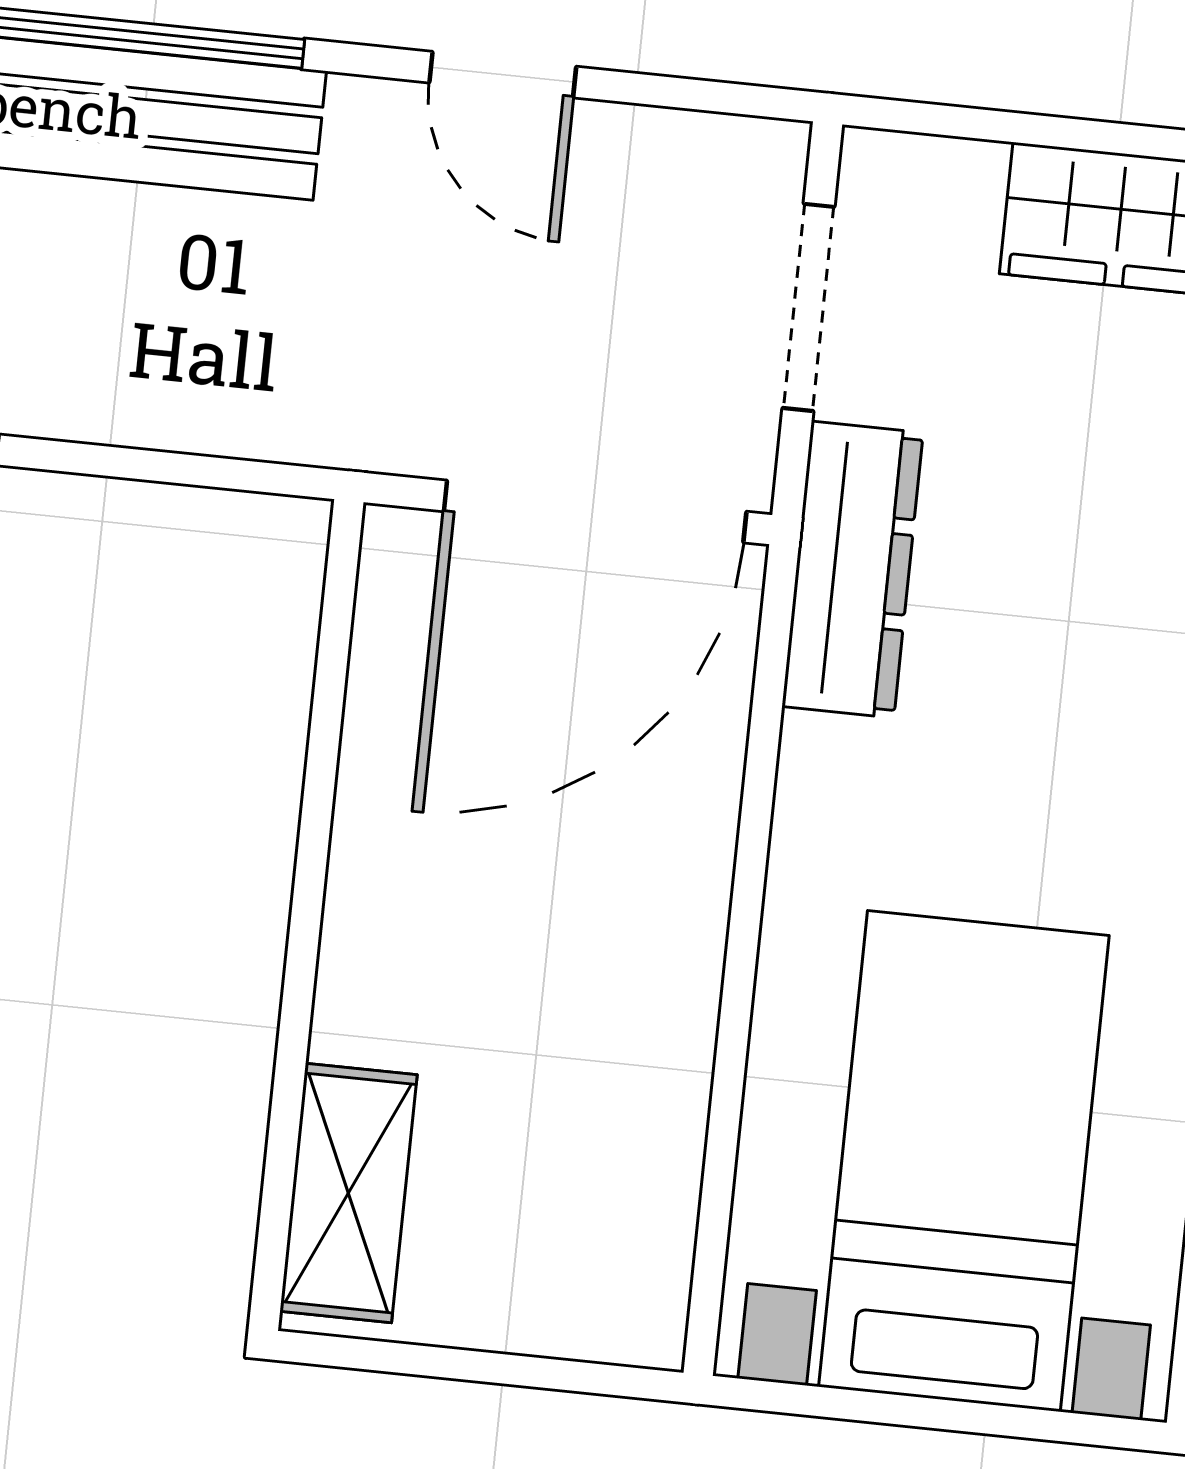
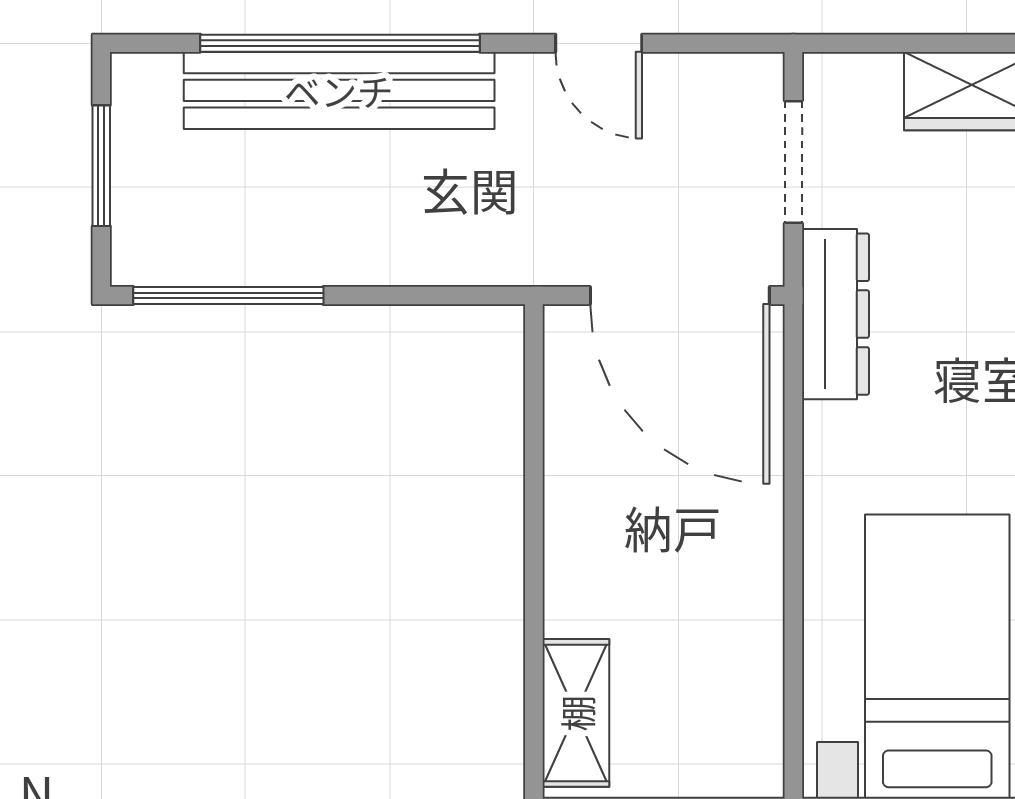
door: (595, 512) -> (680, 295), hinge flipped

